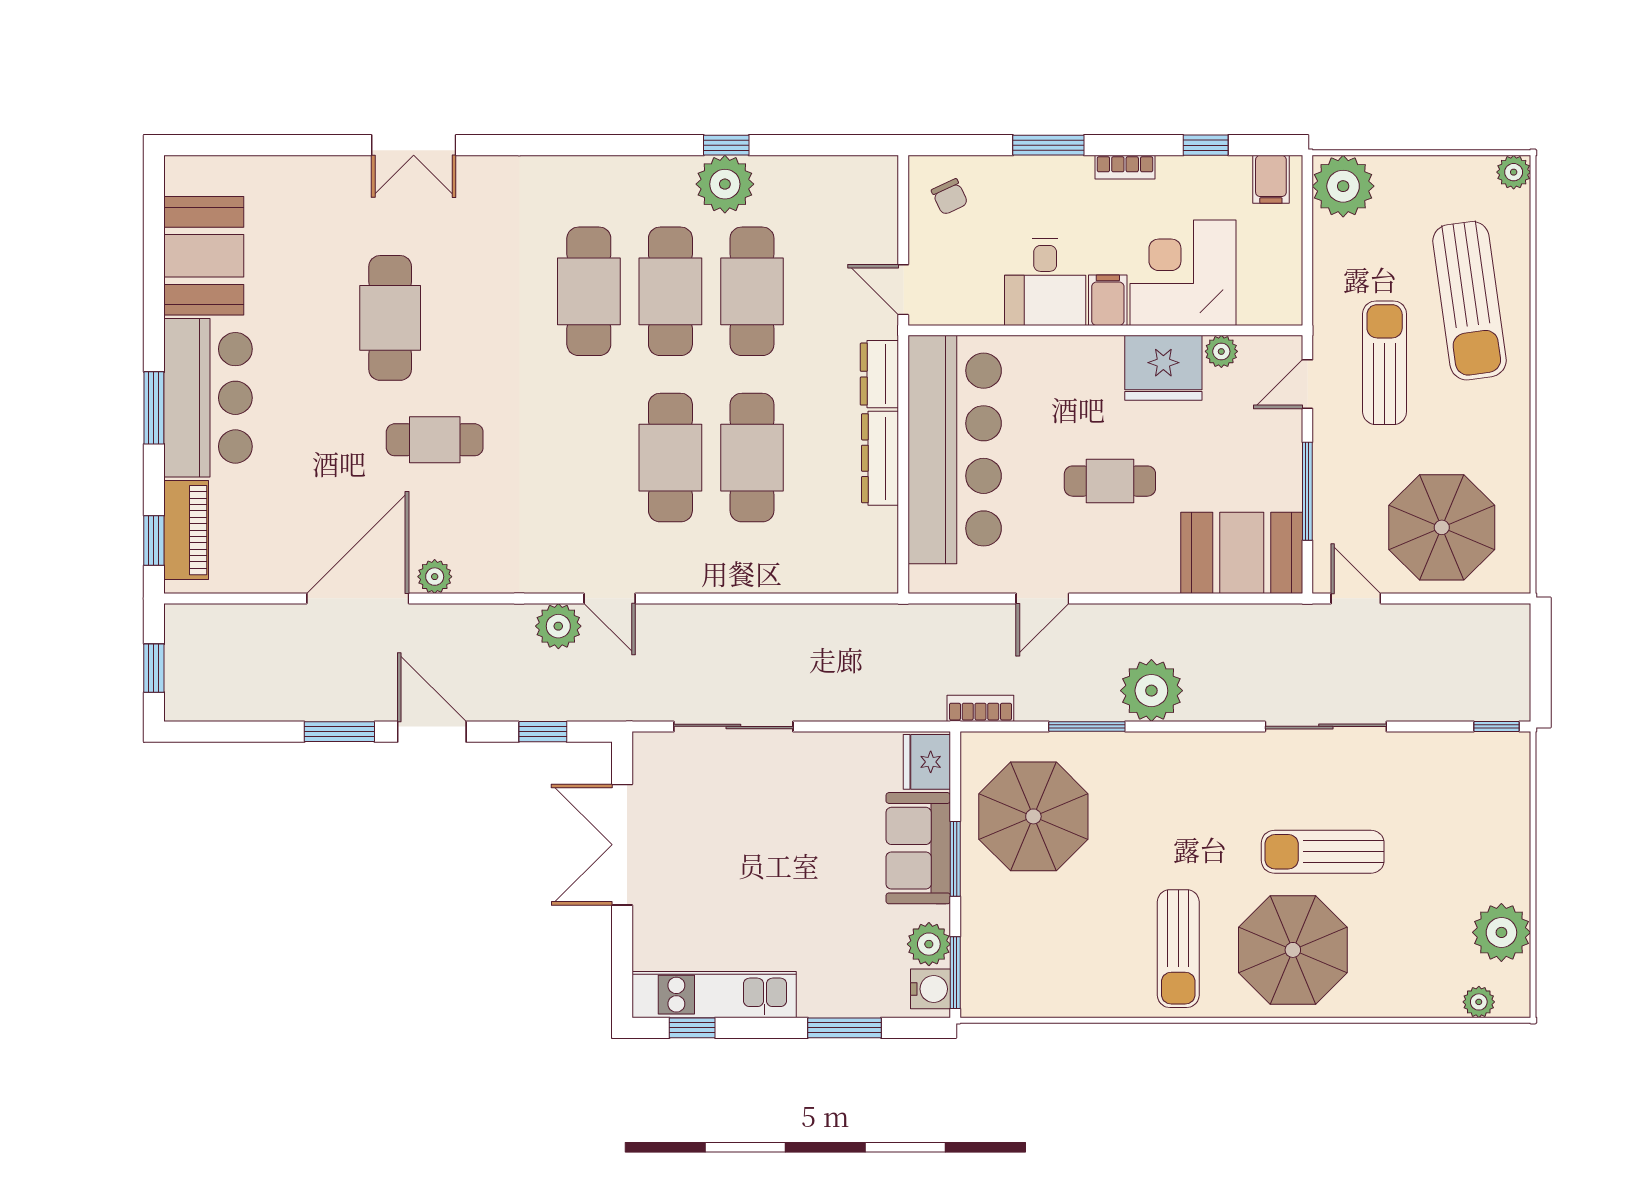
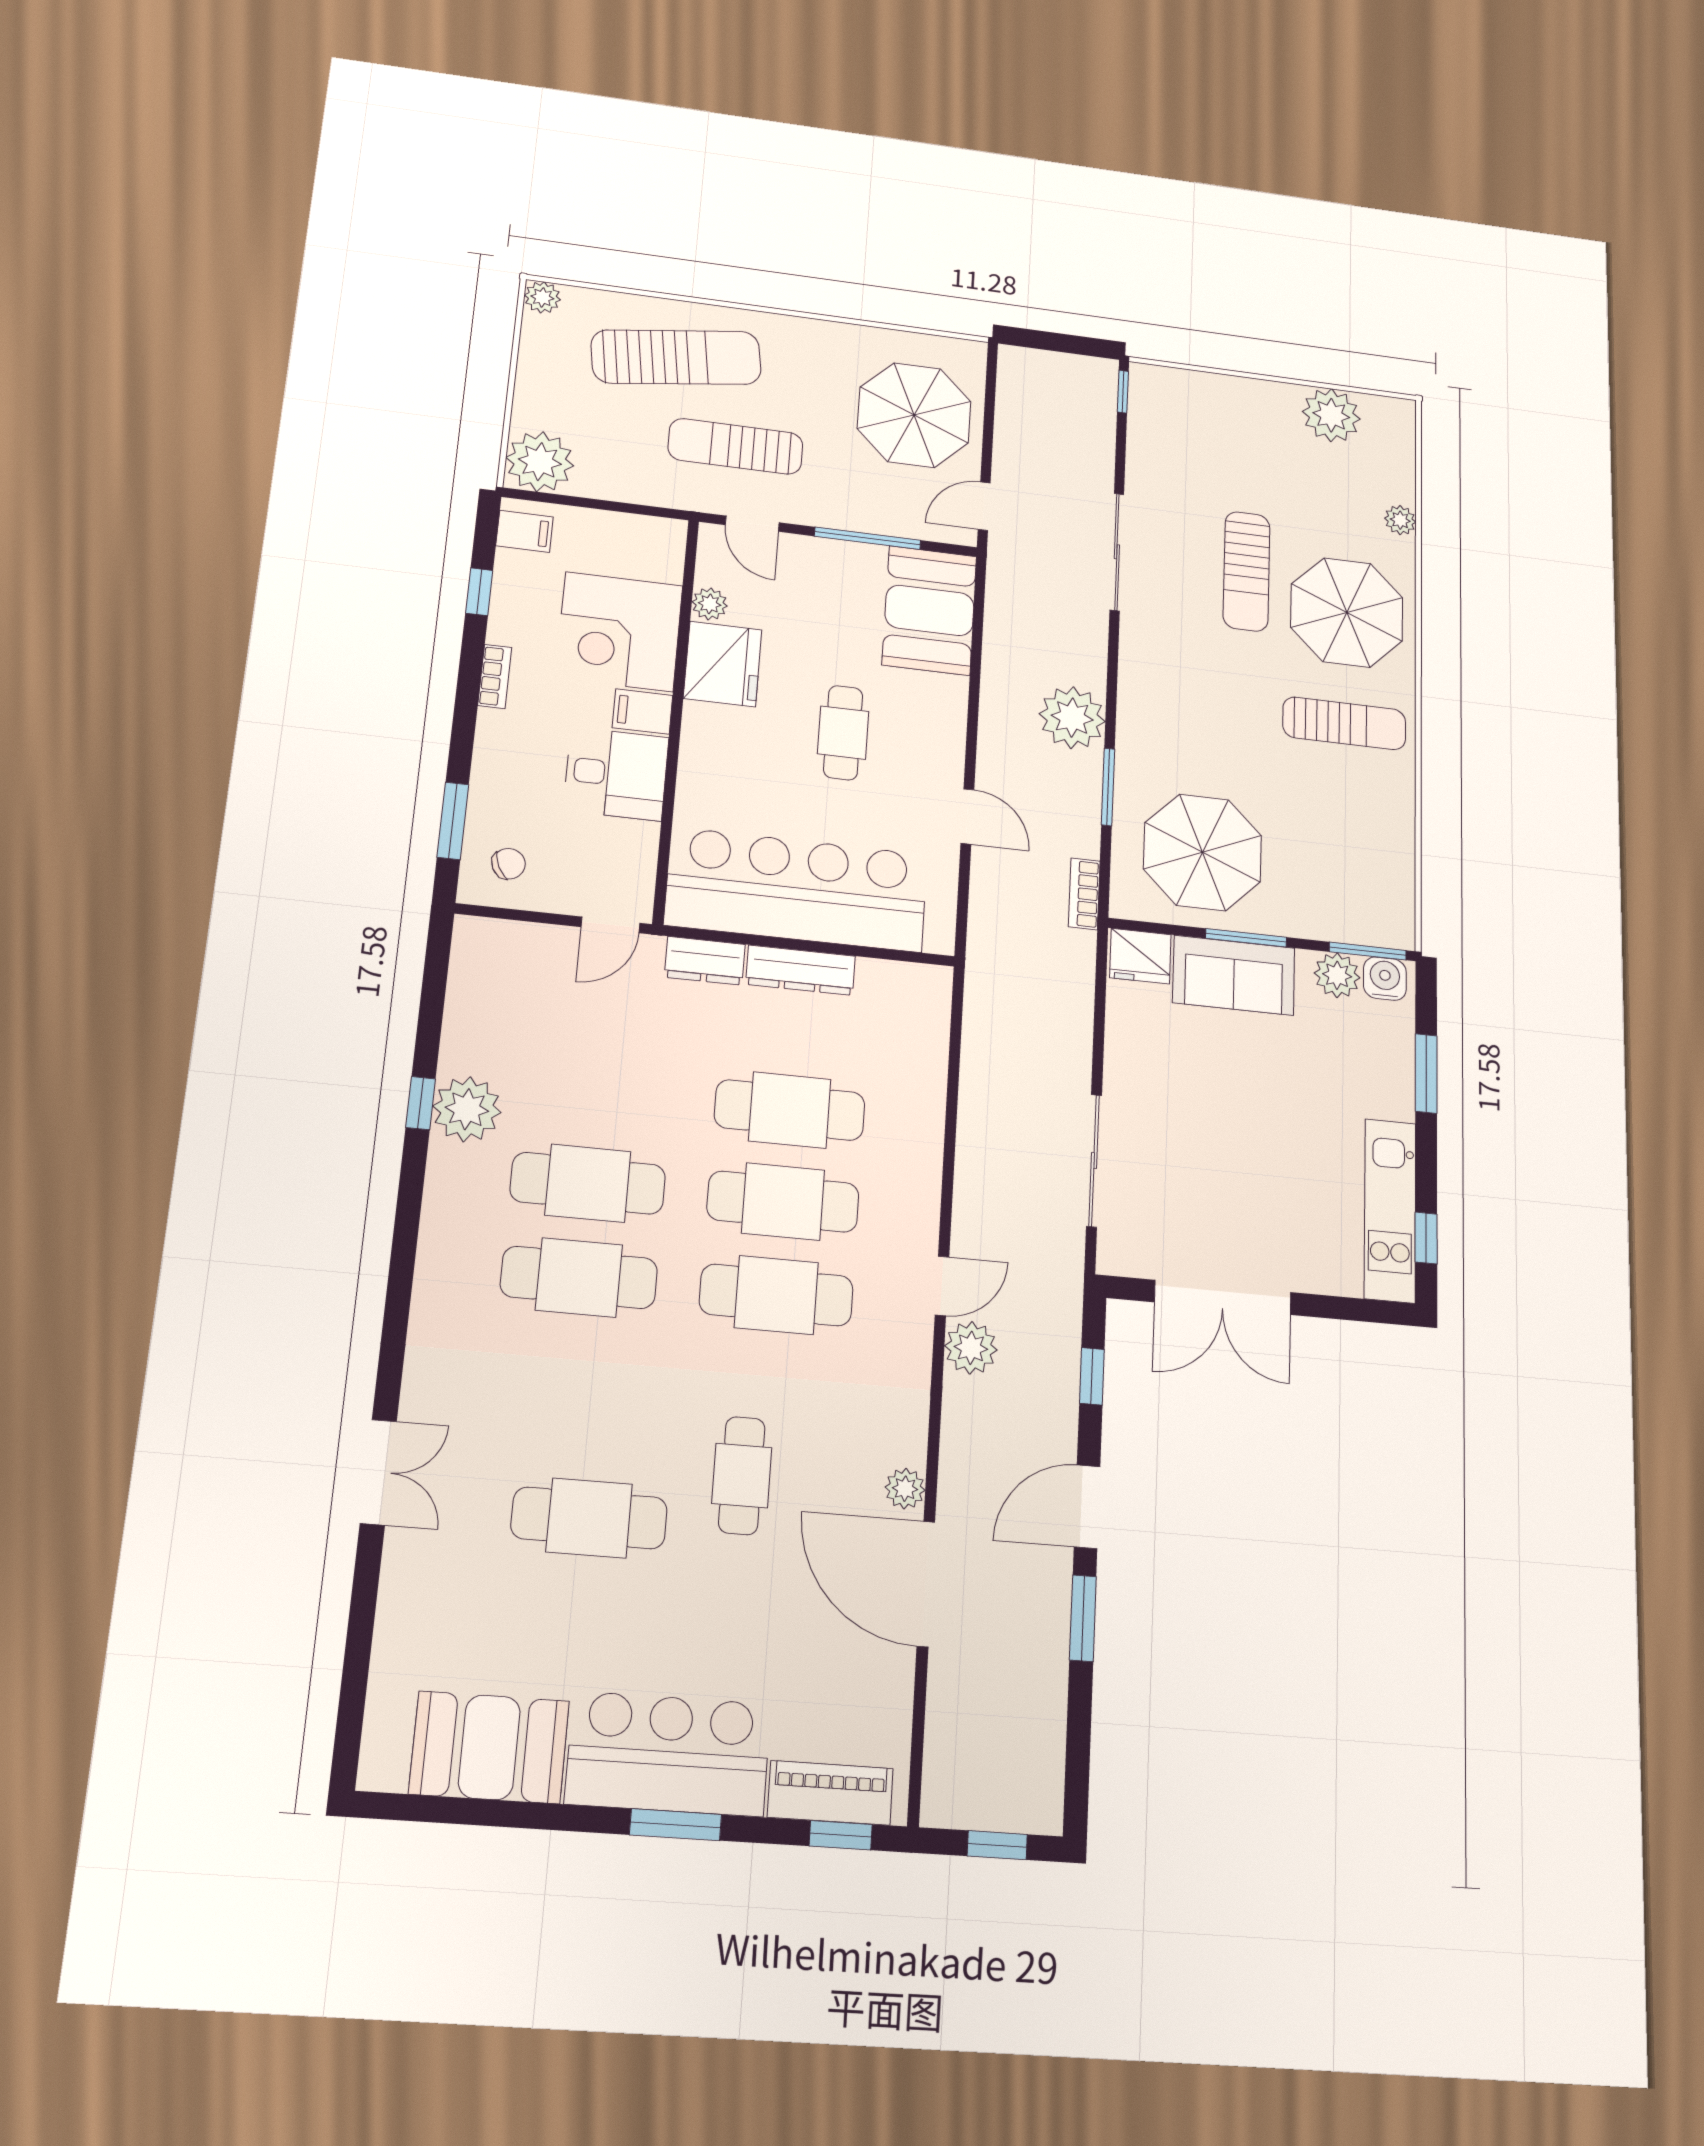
window: (1048, 145) -> (453, 821), moved
cafe table: (752, 291) -> (776, 1295), moved
plant: (1479, 1002) -> (1400, 520), moved

